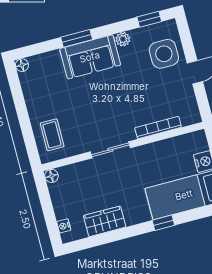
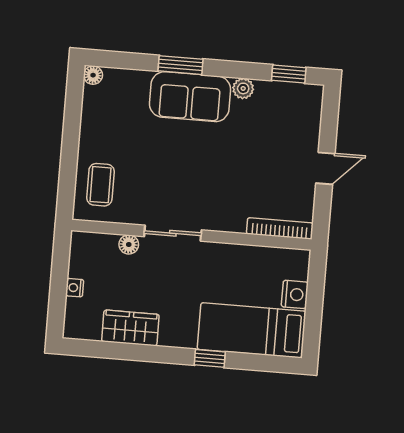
side table: (164, 54) -> (292, 128), removed
bookcase: (158, 127) -> (280, 228), moved
floor lamp: (51, 176) -> (129, 244), moved
nightstand: (64, 226) -> (75, 288), moved

